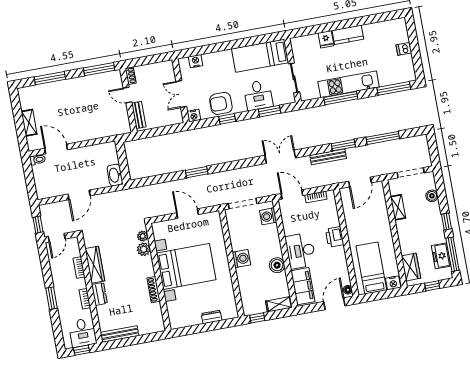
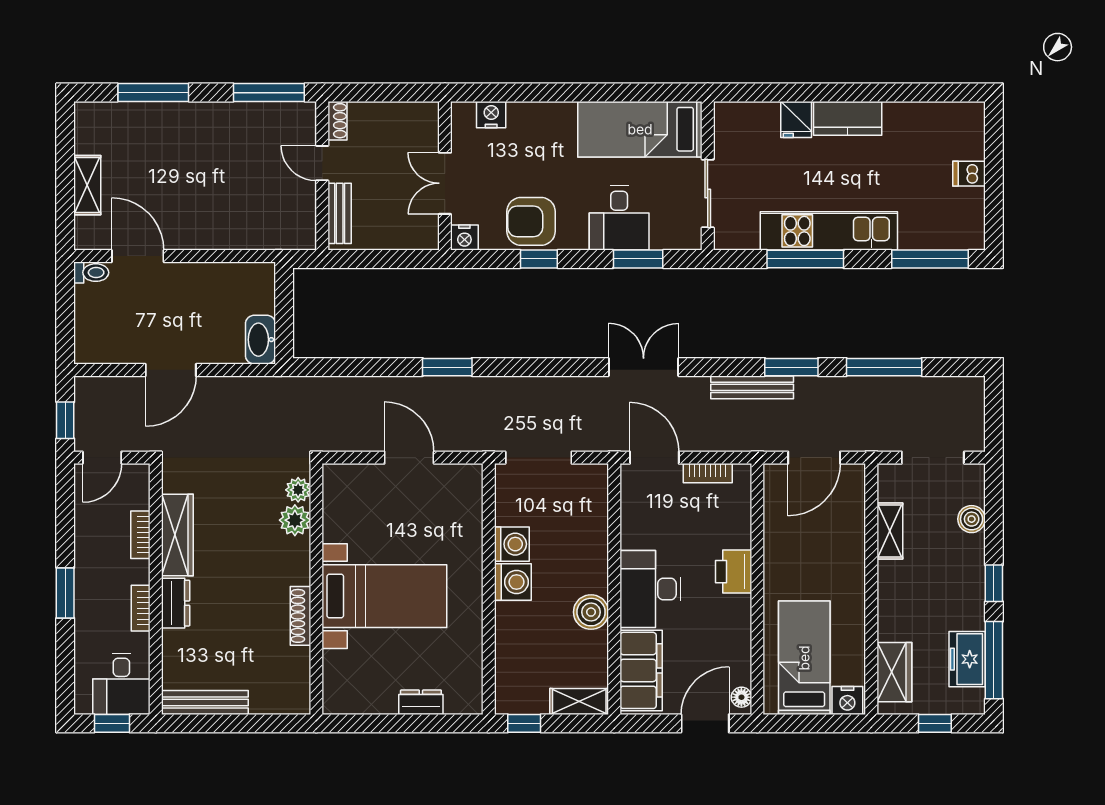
washing machine: (268, 216) -> (512, 544), moved, turned 180
bed with nightstands: (186, 266) -> (384, 596), width x0.73

